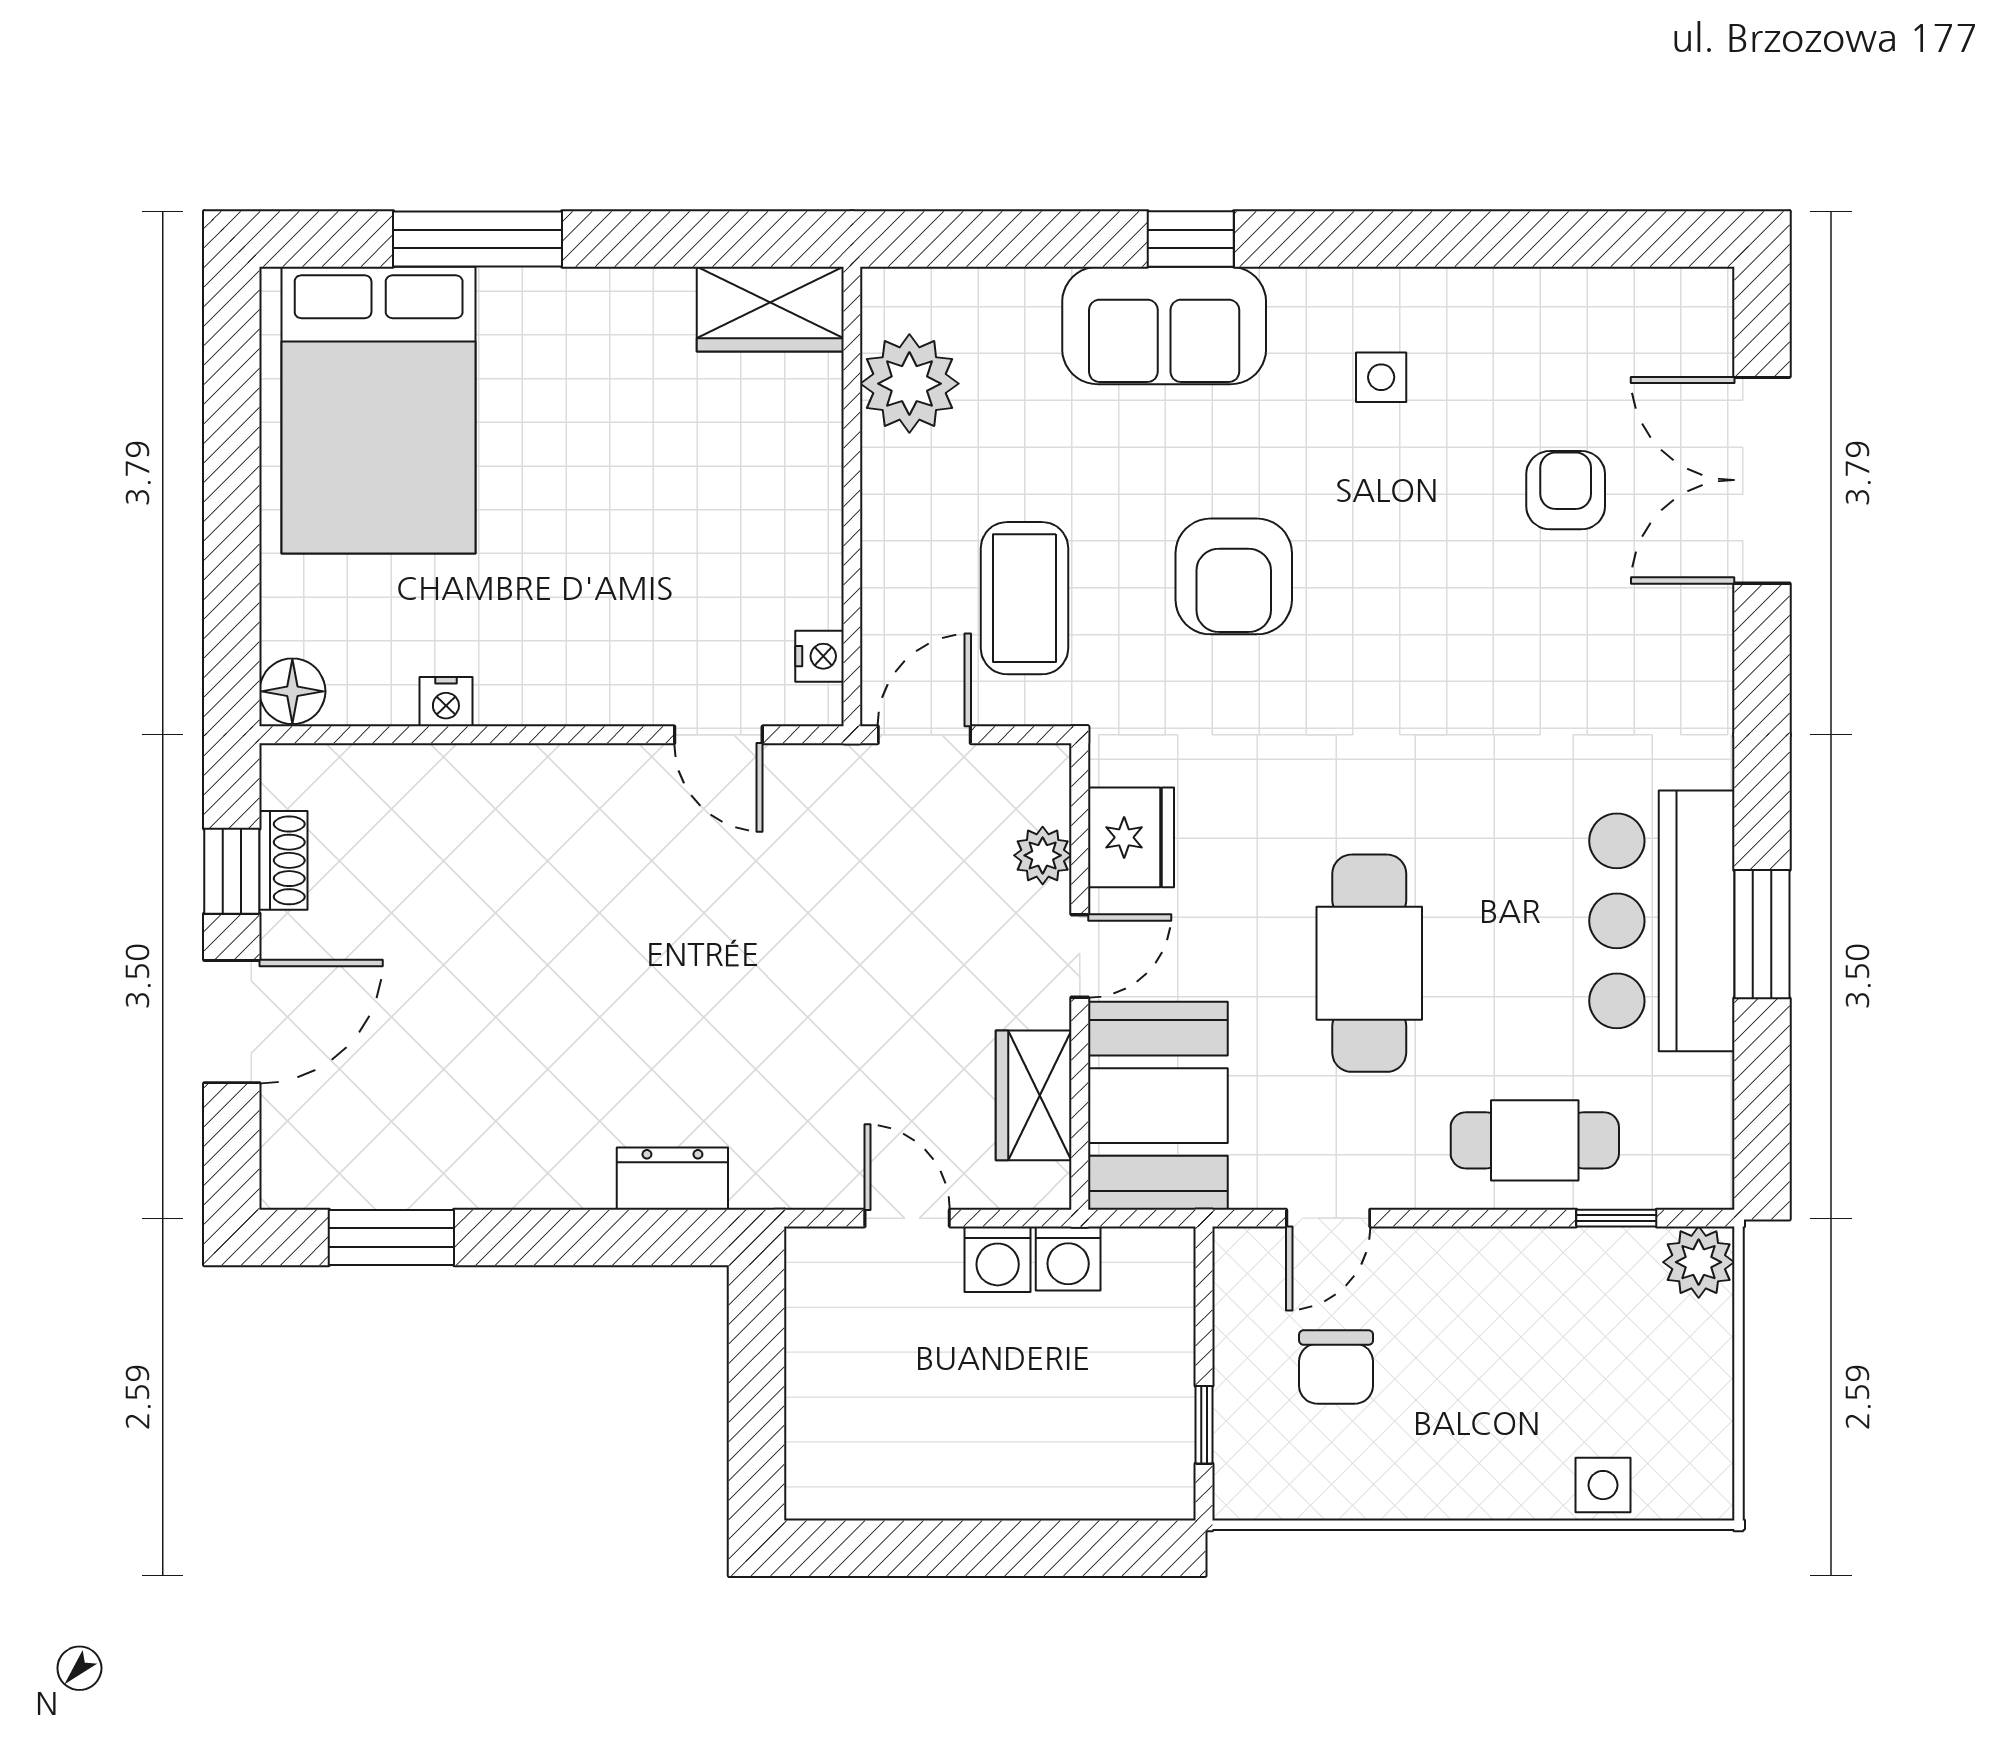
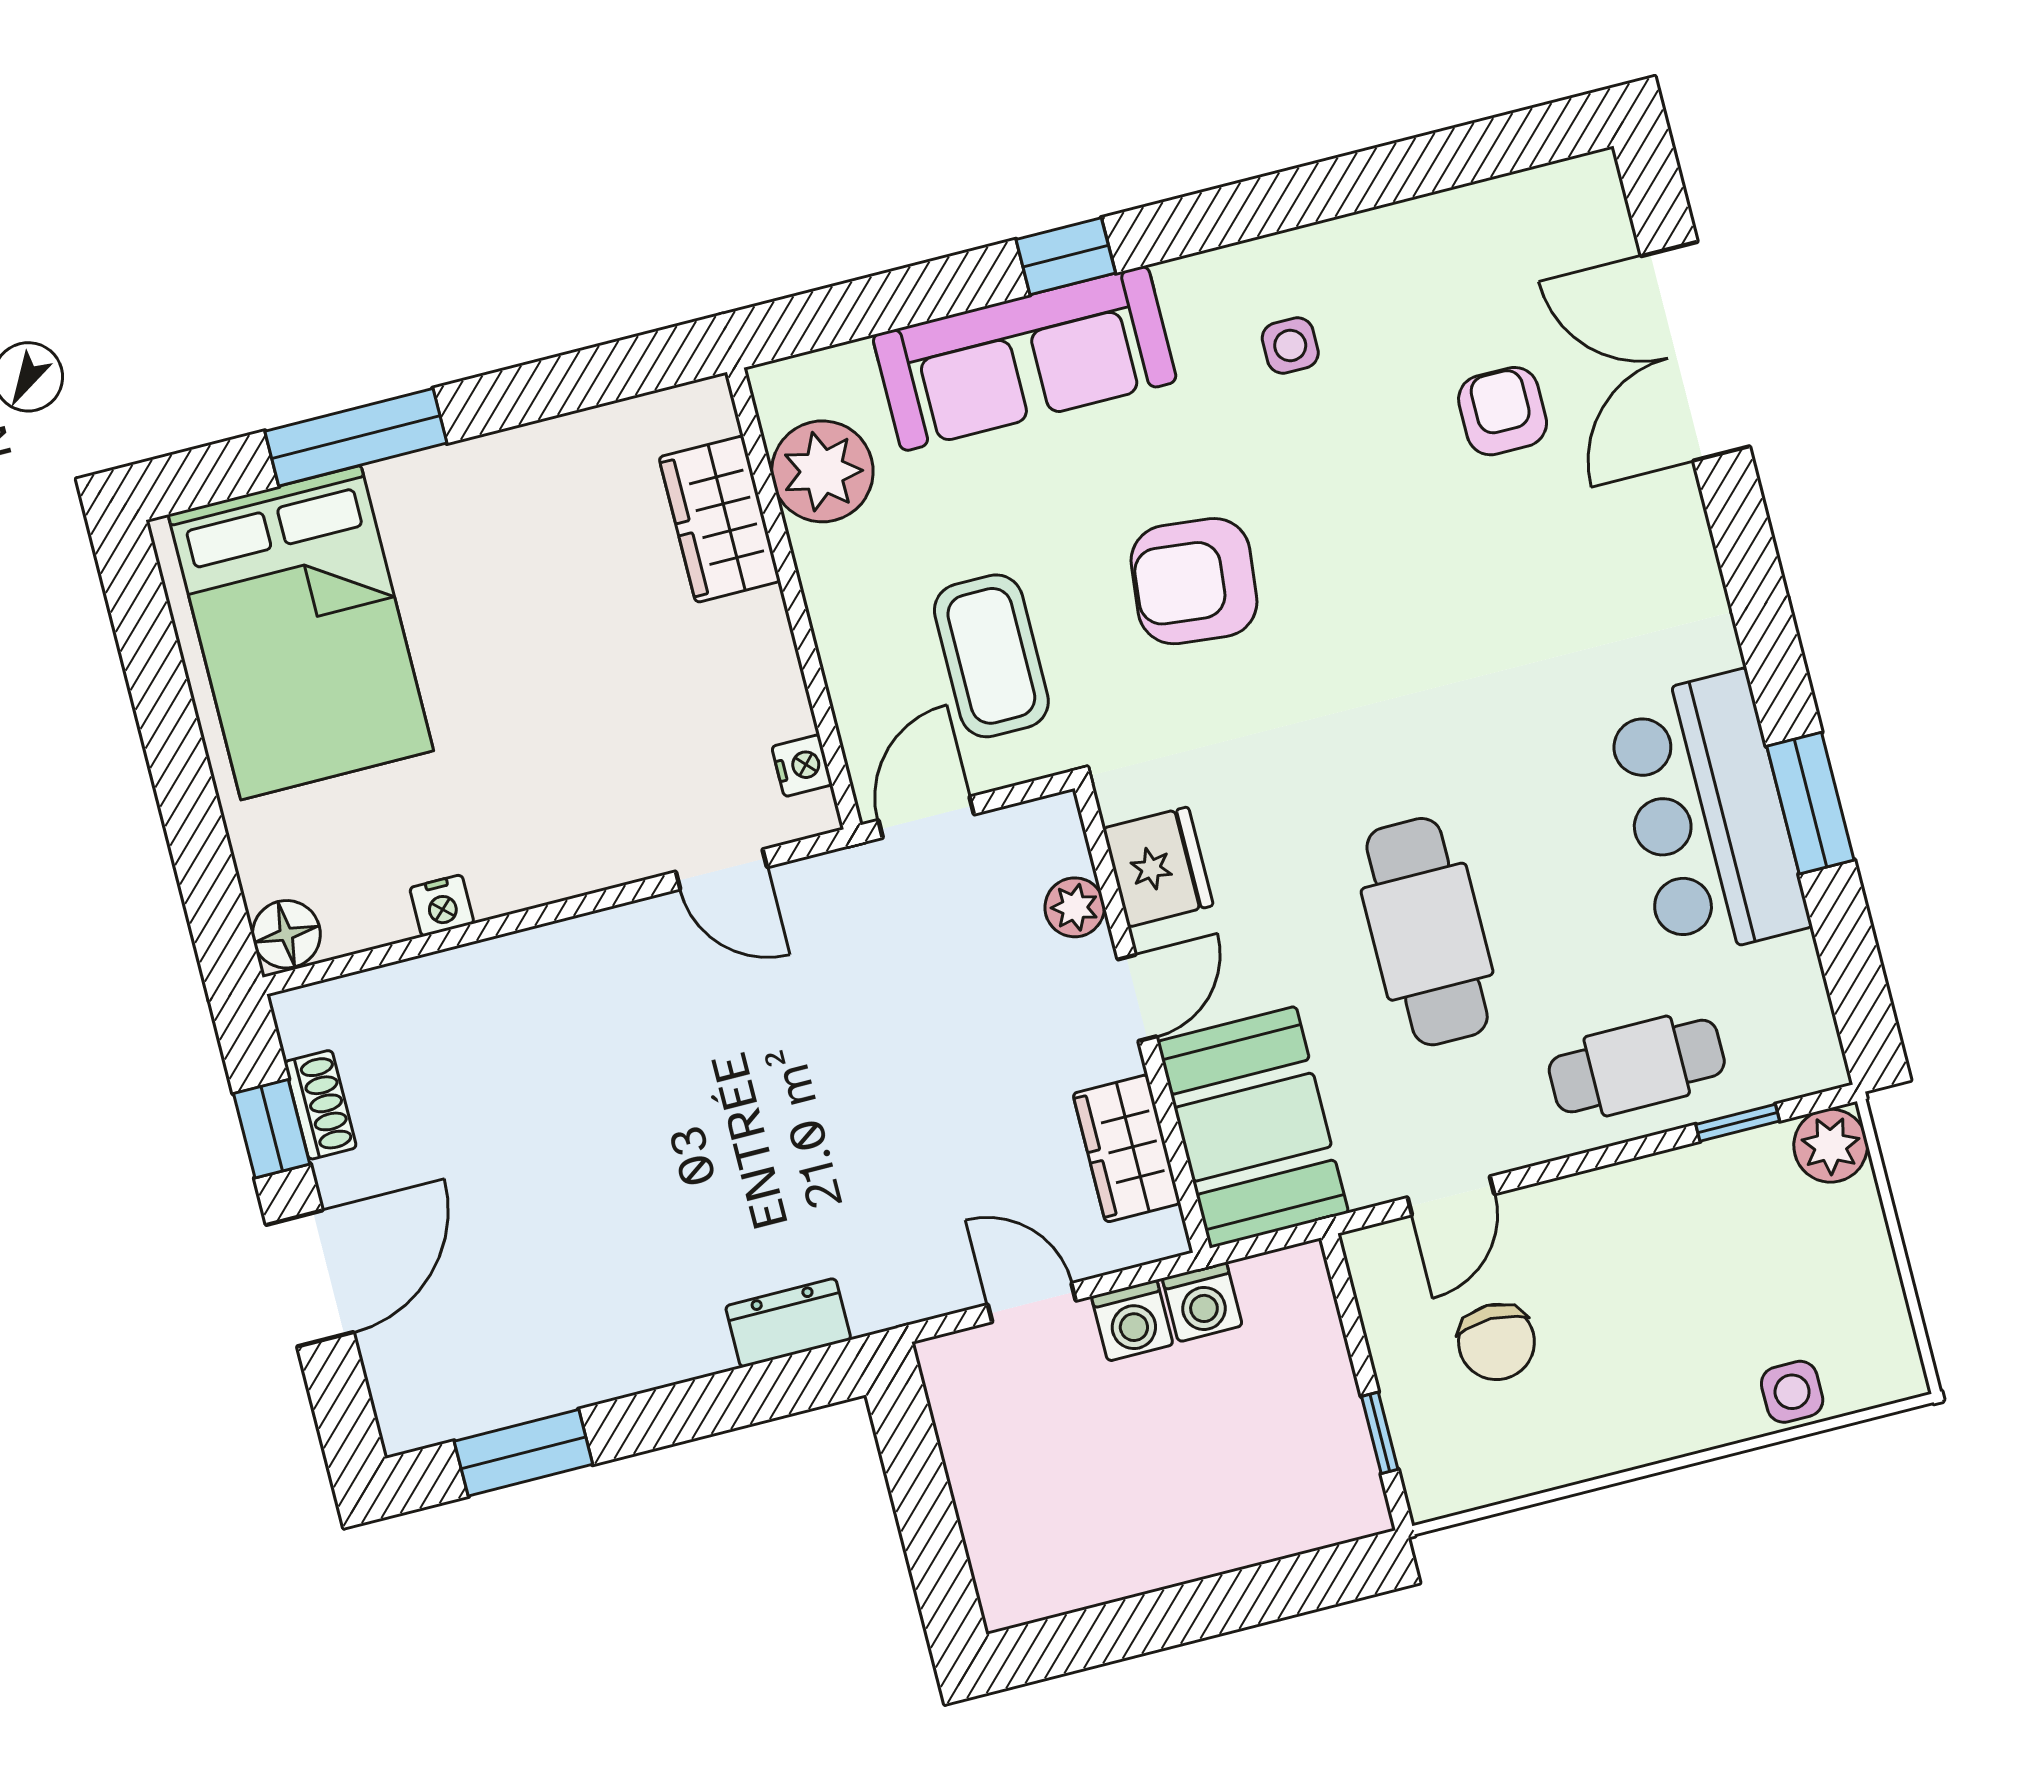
wardrobe: (770, 309) -> (720, 519), moved, turned 90
sofa: (1164, 326) -> (1025, 358), width x1.36
armchair: (1234, 576) -> (1194, 581), turned 96

